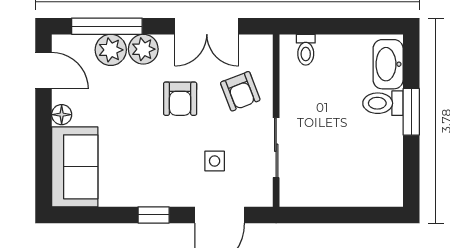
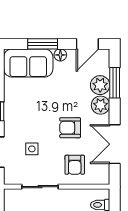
window: (107, 26) -> (115, 83), width x0.69
armchair: (240, 91) -> (75, 165), turned -69
window: (43, 143) -> (43, 44), added

